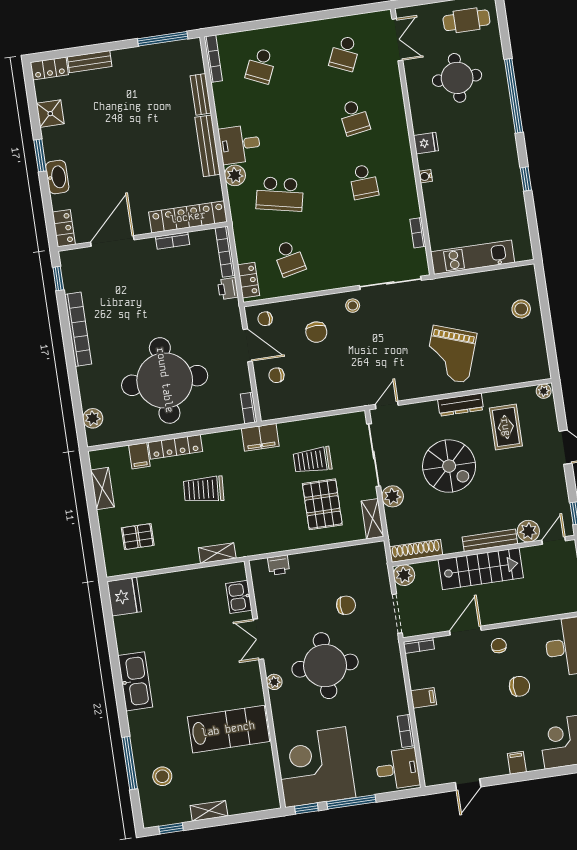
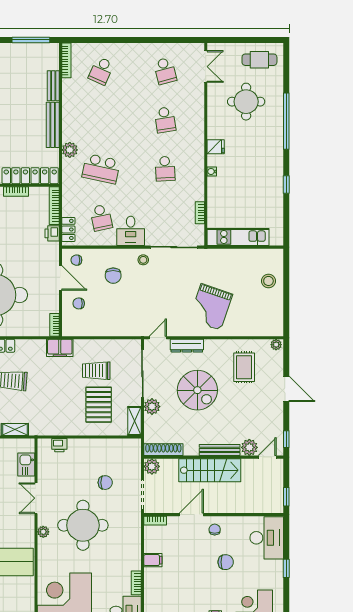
school desk: (345, 53) -> (165, 71), turned -39
desk: (240, 144) -> (131, 231), moved, turned -90
dresser: (461, 405) -> (187, 346), moved

